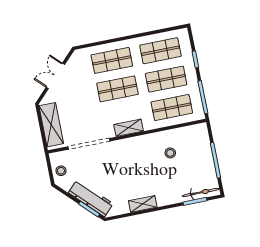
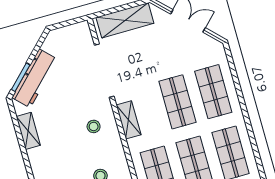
stool: (61, 171) -> (94, 126), moved
shelving: (143, 204) -> (28, 131), moved

